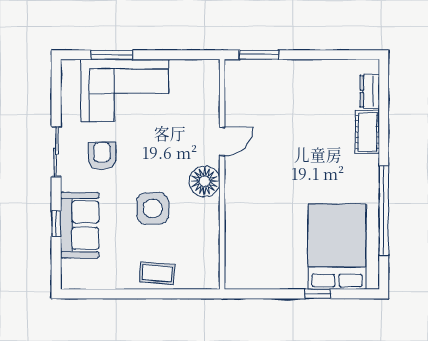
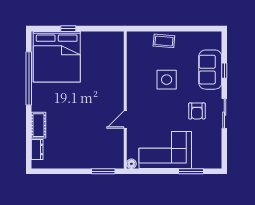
corner sofa: (124, 90) -> (165, 150), moved
floor lamp: (205, 181) -> (131, 164), moved, width x0.53, depth x0.53
bed: (337, 247) -> (57, 57), width x1.36

